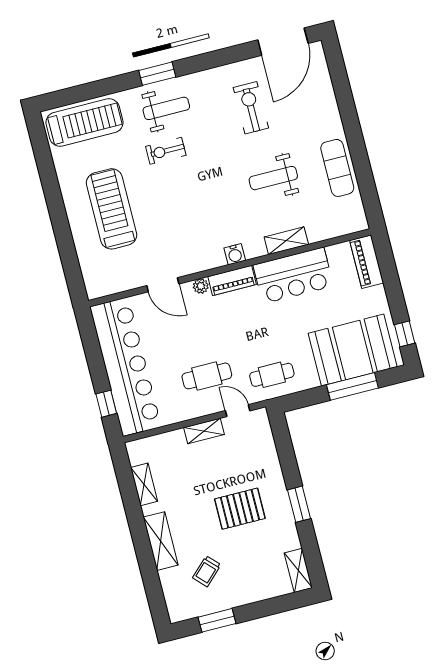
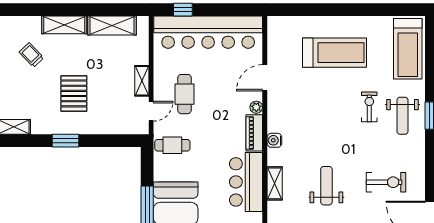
cafe table: (272, 375) -> (172, 145), turned 90
shelving: (144, 484) -> (112, 26), width x1.50, depth x1.33

